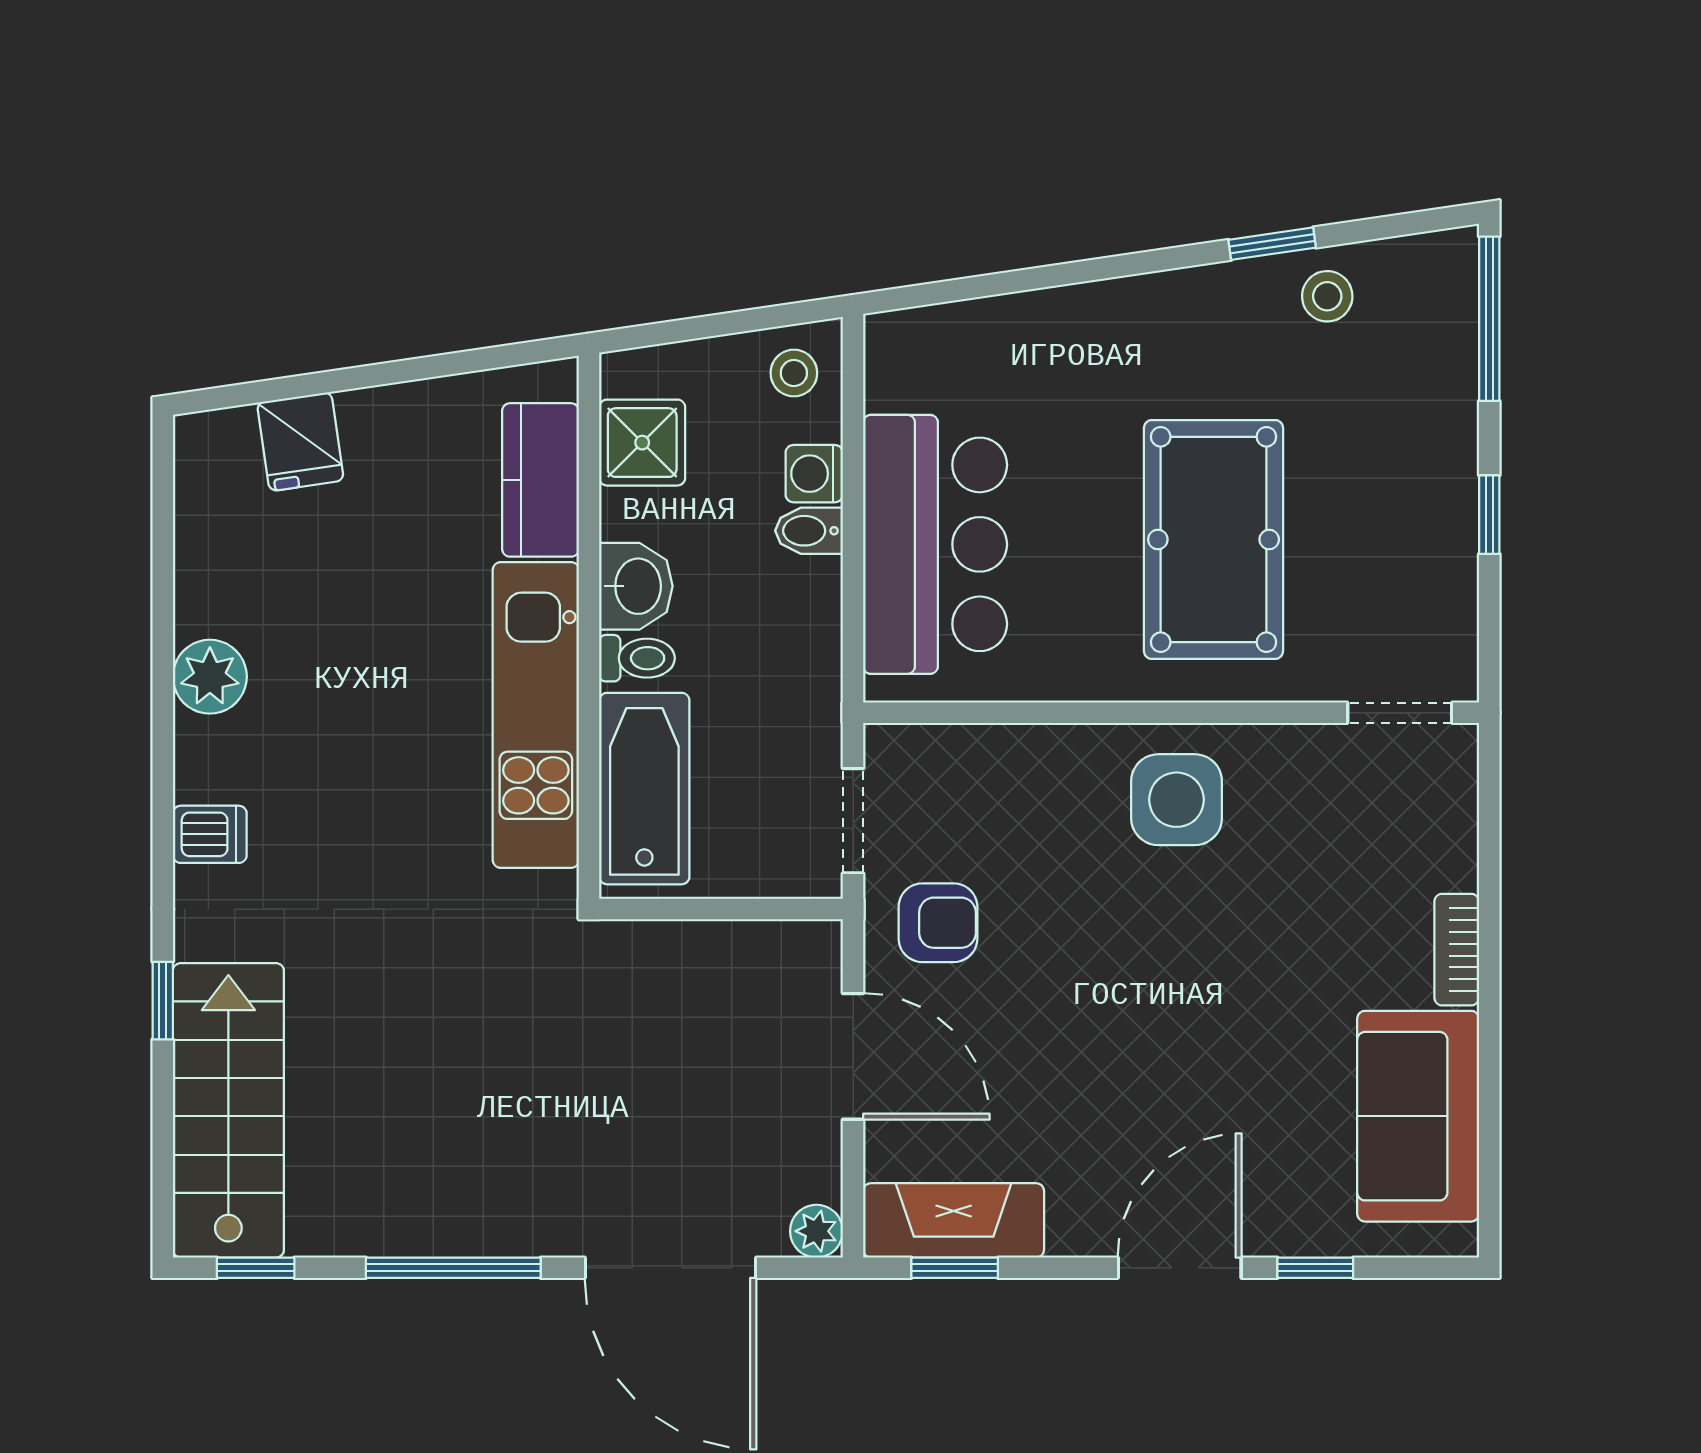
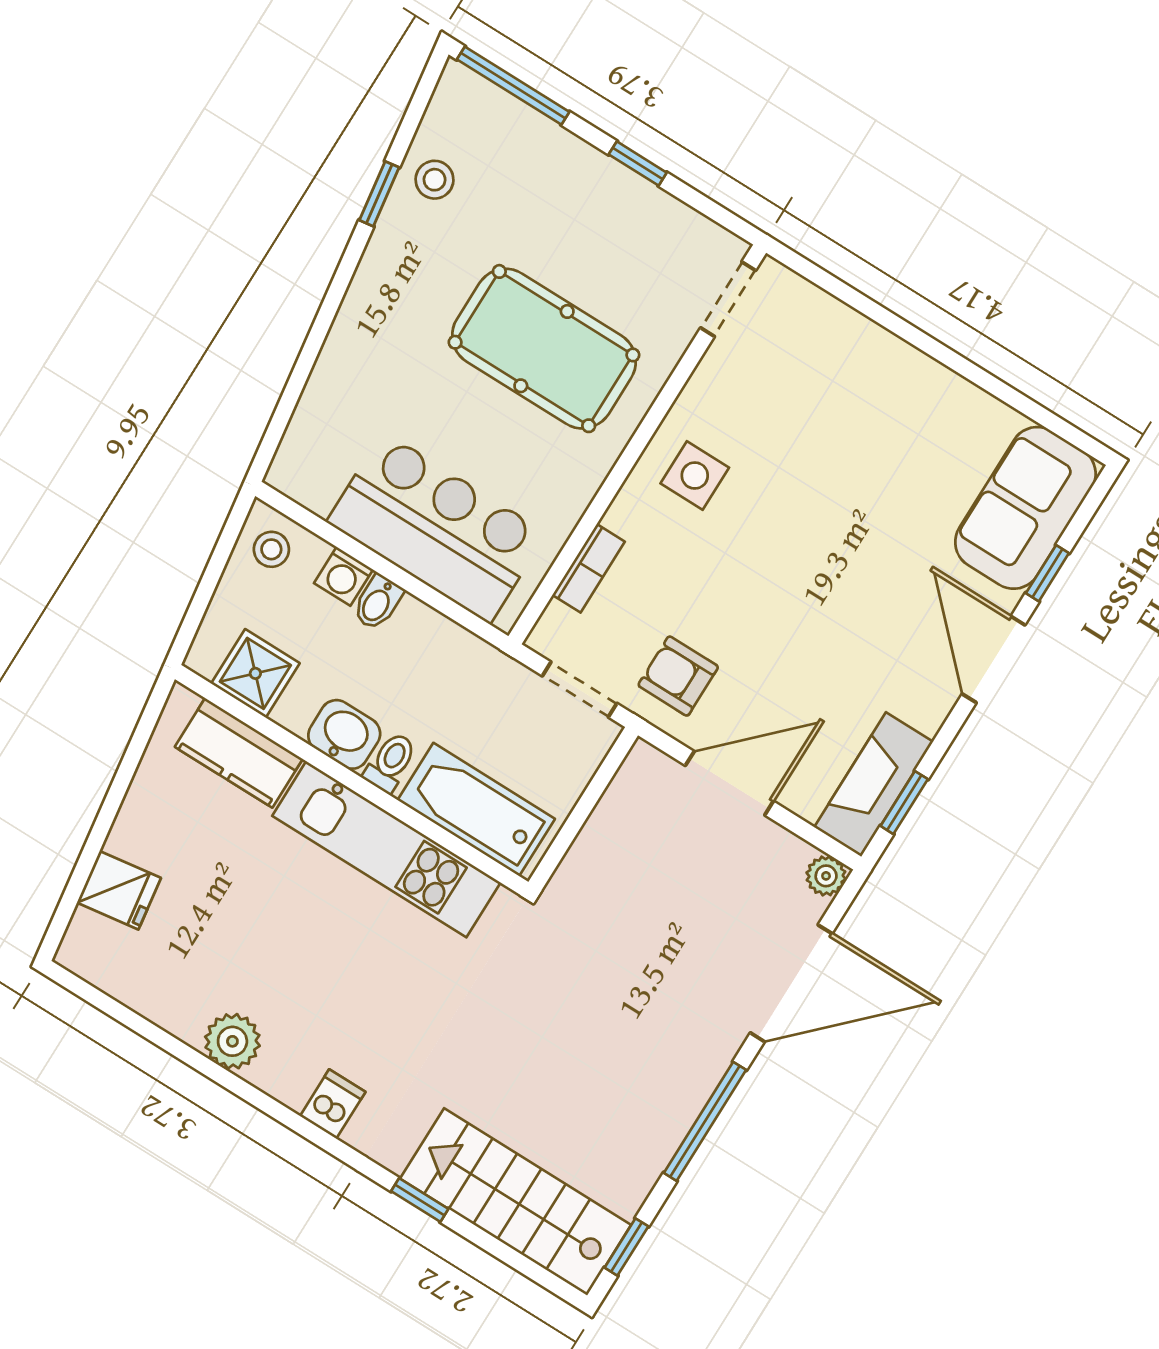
side table: (1177, 800) -> (695, 476), width x0.73, depth x0.73
armchair: (938, 923) -> (678, 676), turned -90
bookcase: (1457, 950) -> (589, 568), moved, turned -90
sofa: (1418, 1116) -> (1025, 508), moved, turned 90

